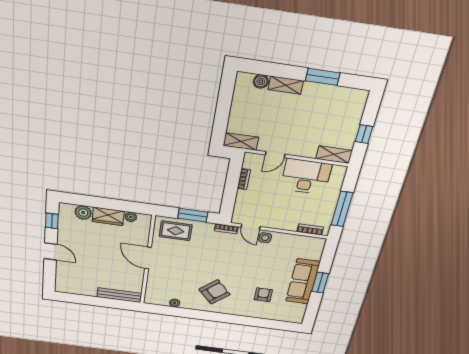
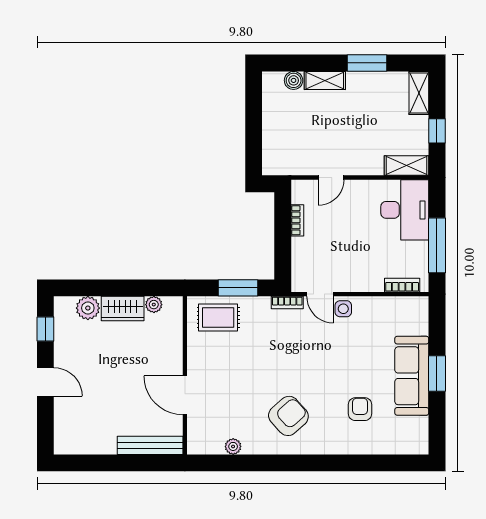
shelving: (241, 141) -> (419, 93), moved, turned 90
desk: (306, 177) -> (405, 210), moved, turned 90
door: (148, 258) -> (185, 395), moved

